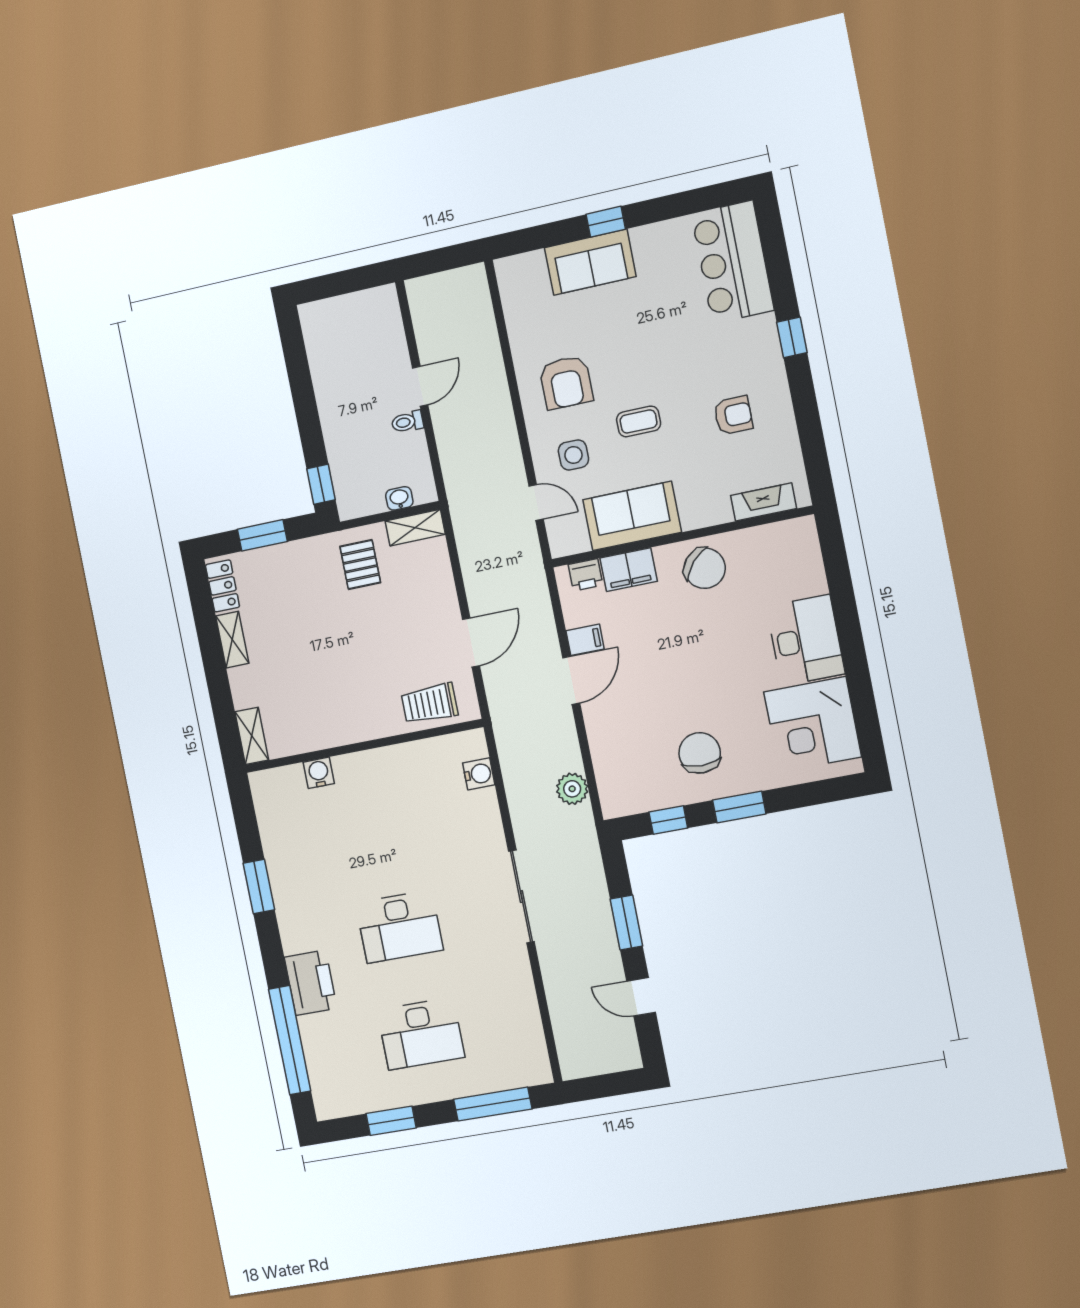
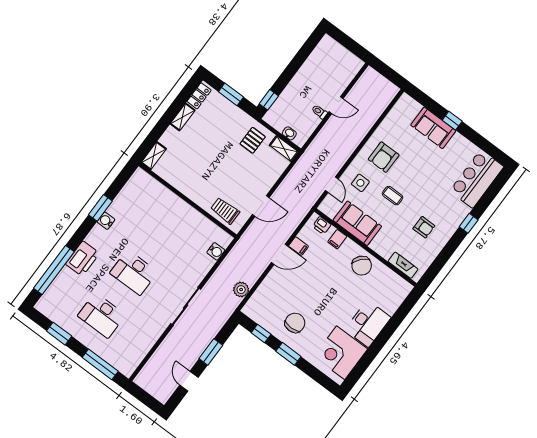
filing cabinet: (629, 570) -> (337, 239), width x0.50
water cooler: (319, 773) -> (106, 221), moved, turned -90

